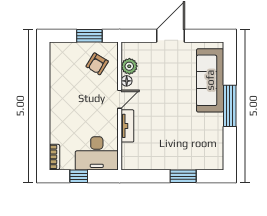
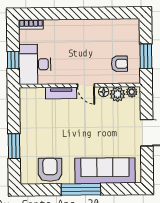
plant: (127, 51) -> (132, 92), added
armchair: (97, 64) -> (119, 64), turned 149
armchair: (209, 138) -> (50, 170), added
window: (79, 176) -> (13, 60), moved

